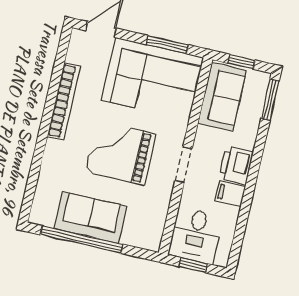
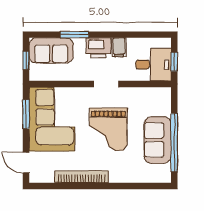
sofa: (222, 97) -> (51, 50), moved, turned 180
window: (270, 100) -> (74, 35), moved

